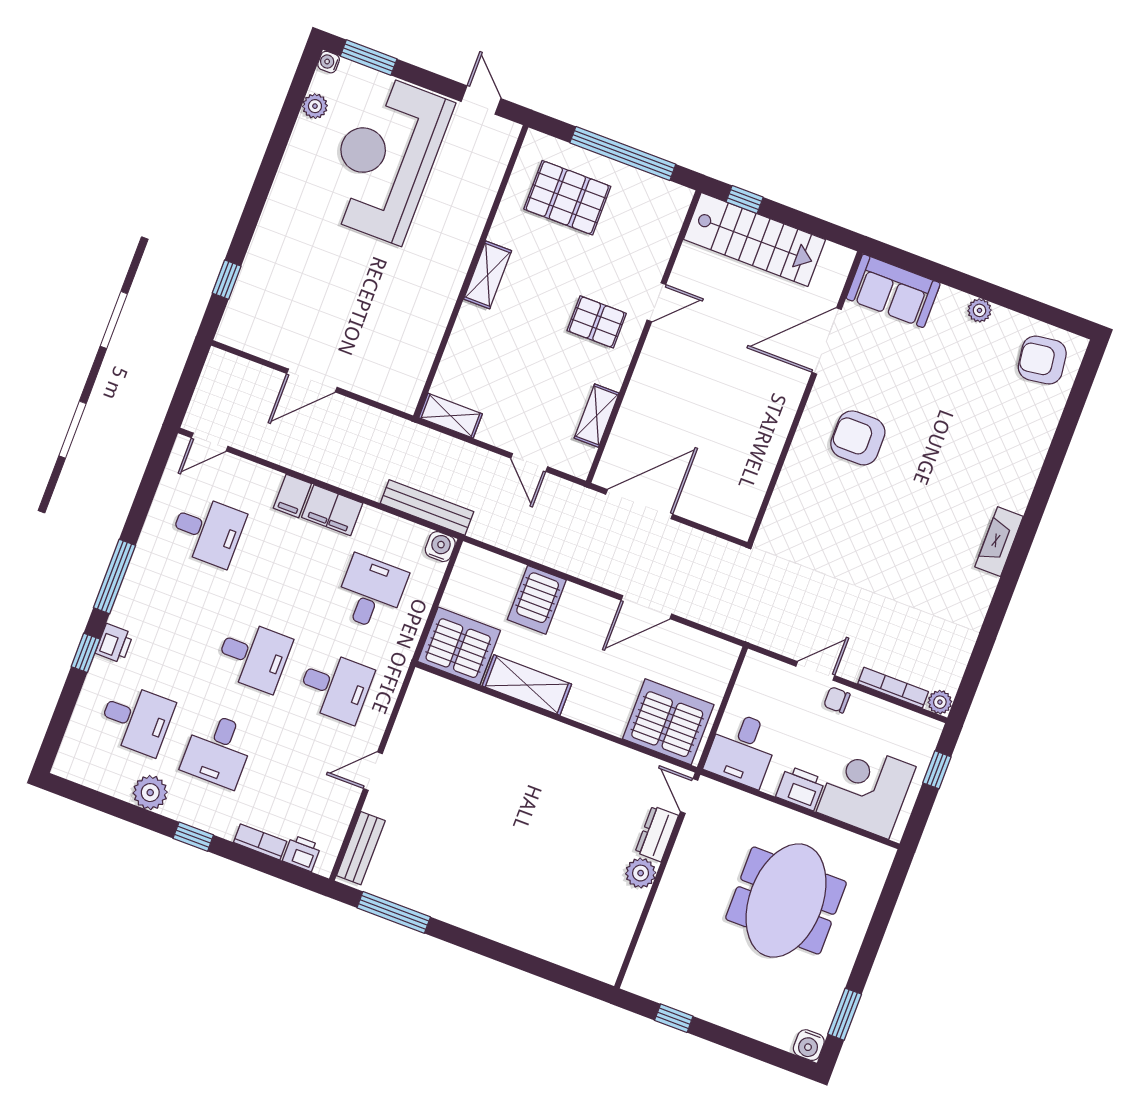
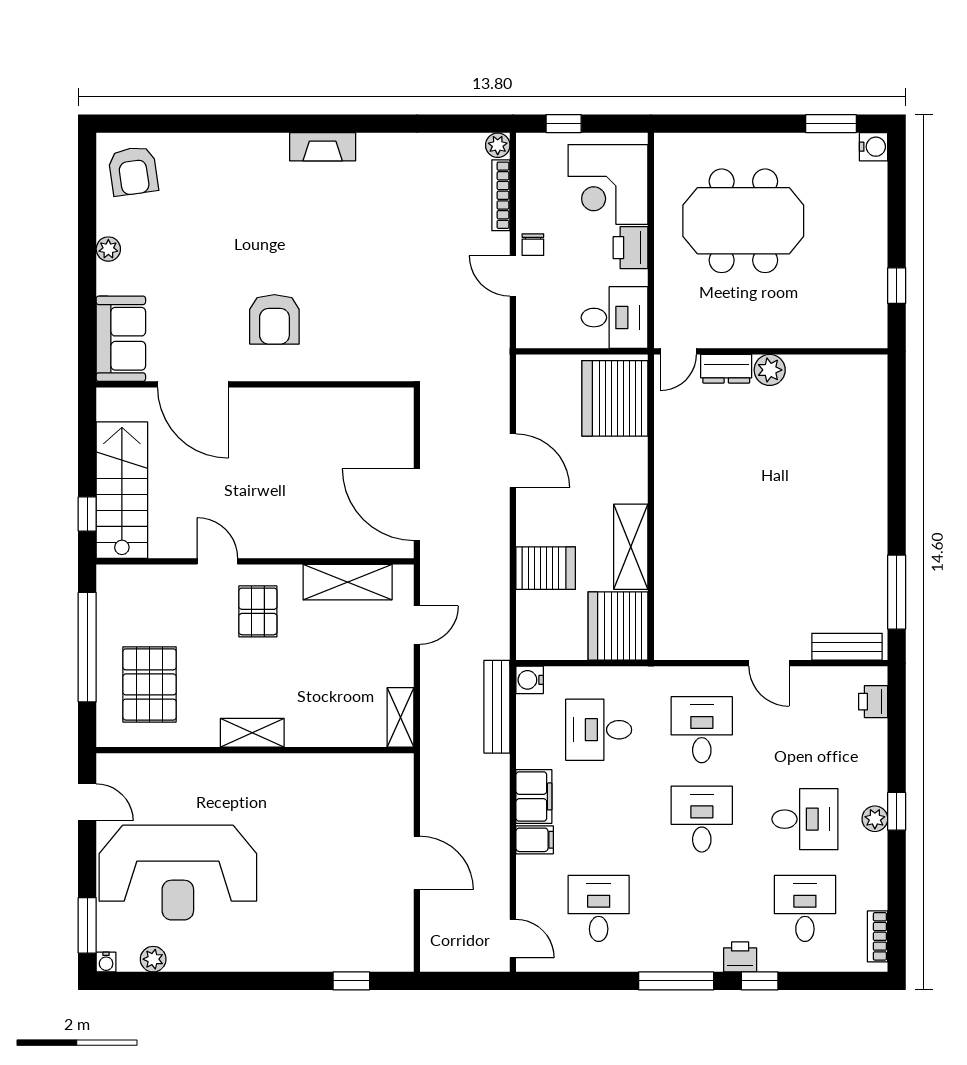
door: (481, 100) -> (87, 802), swing flipped
shelving: (597, 416) -> (348, 582), width x1.50, depth x1.33
plant: (150, 793) -> (875, 819), moved, width x0.73, depth x0.73
bookcase: (260, 842) -> (877, 936), moved

